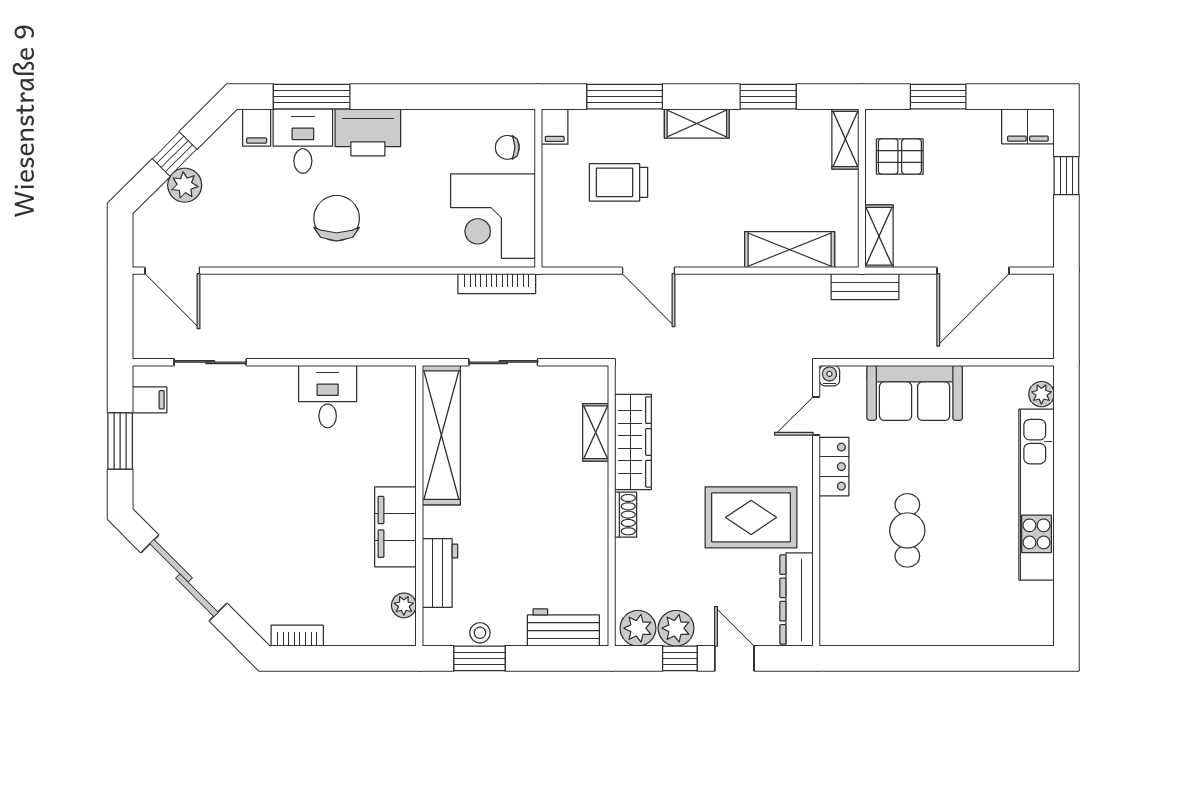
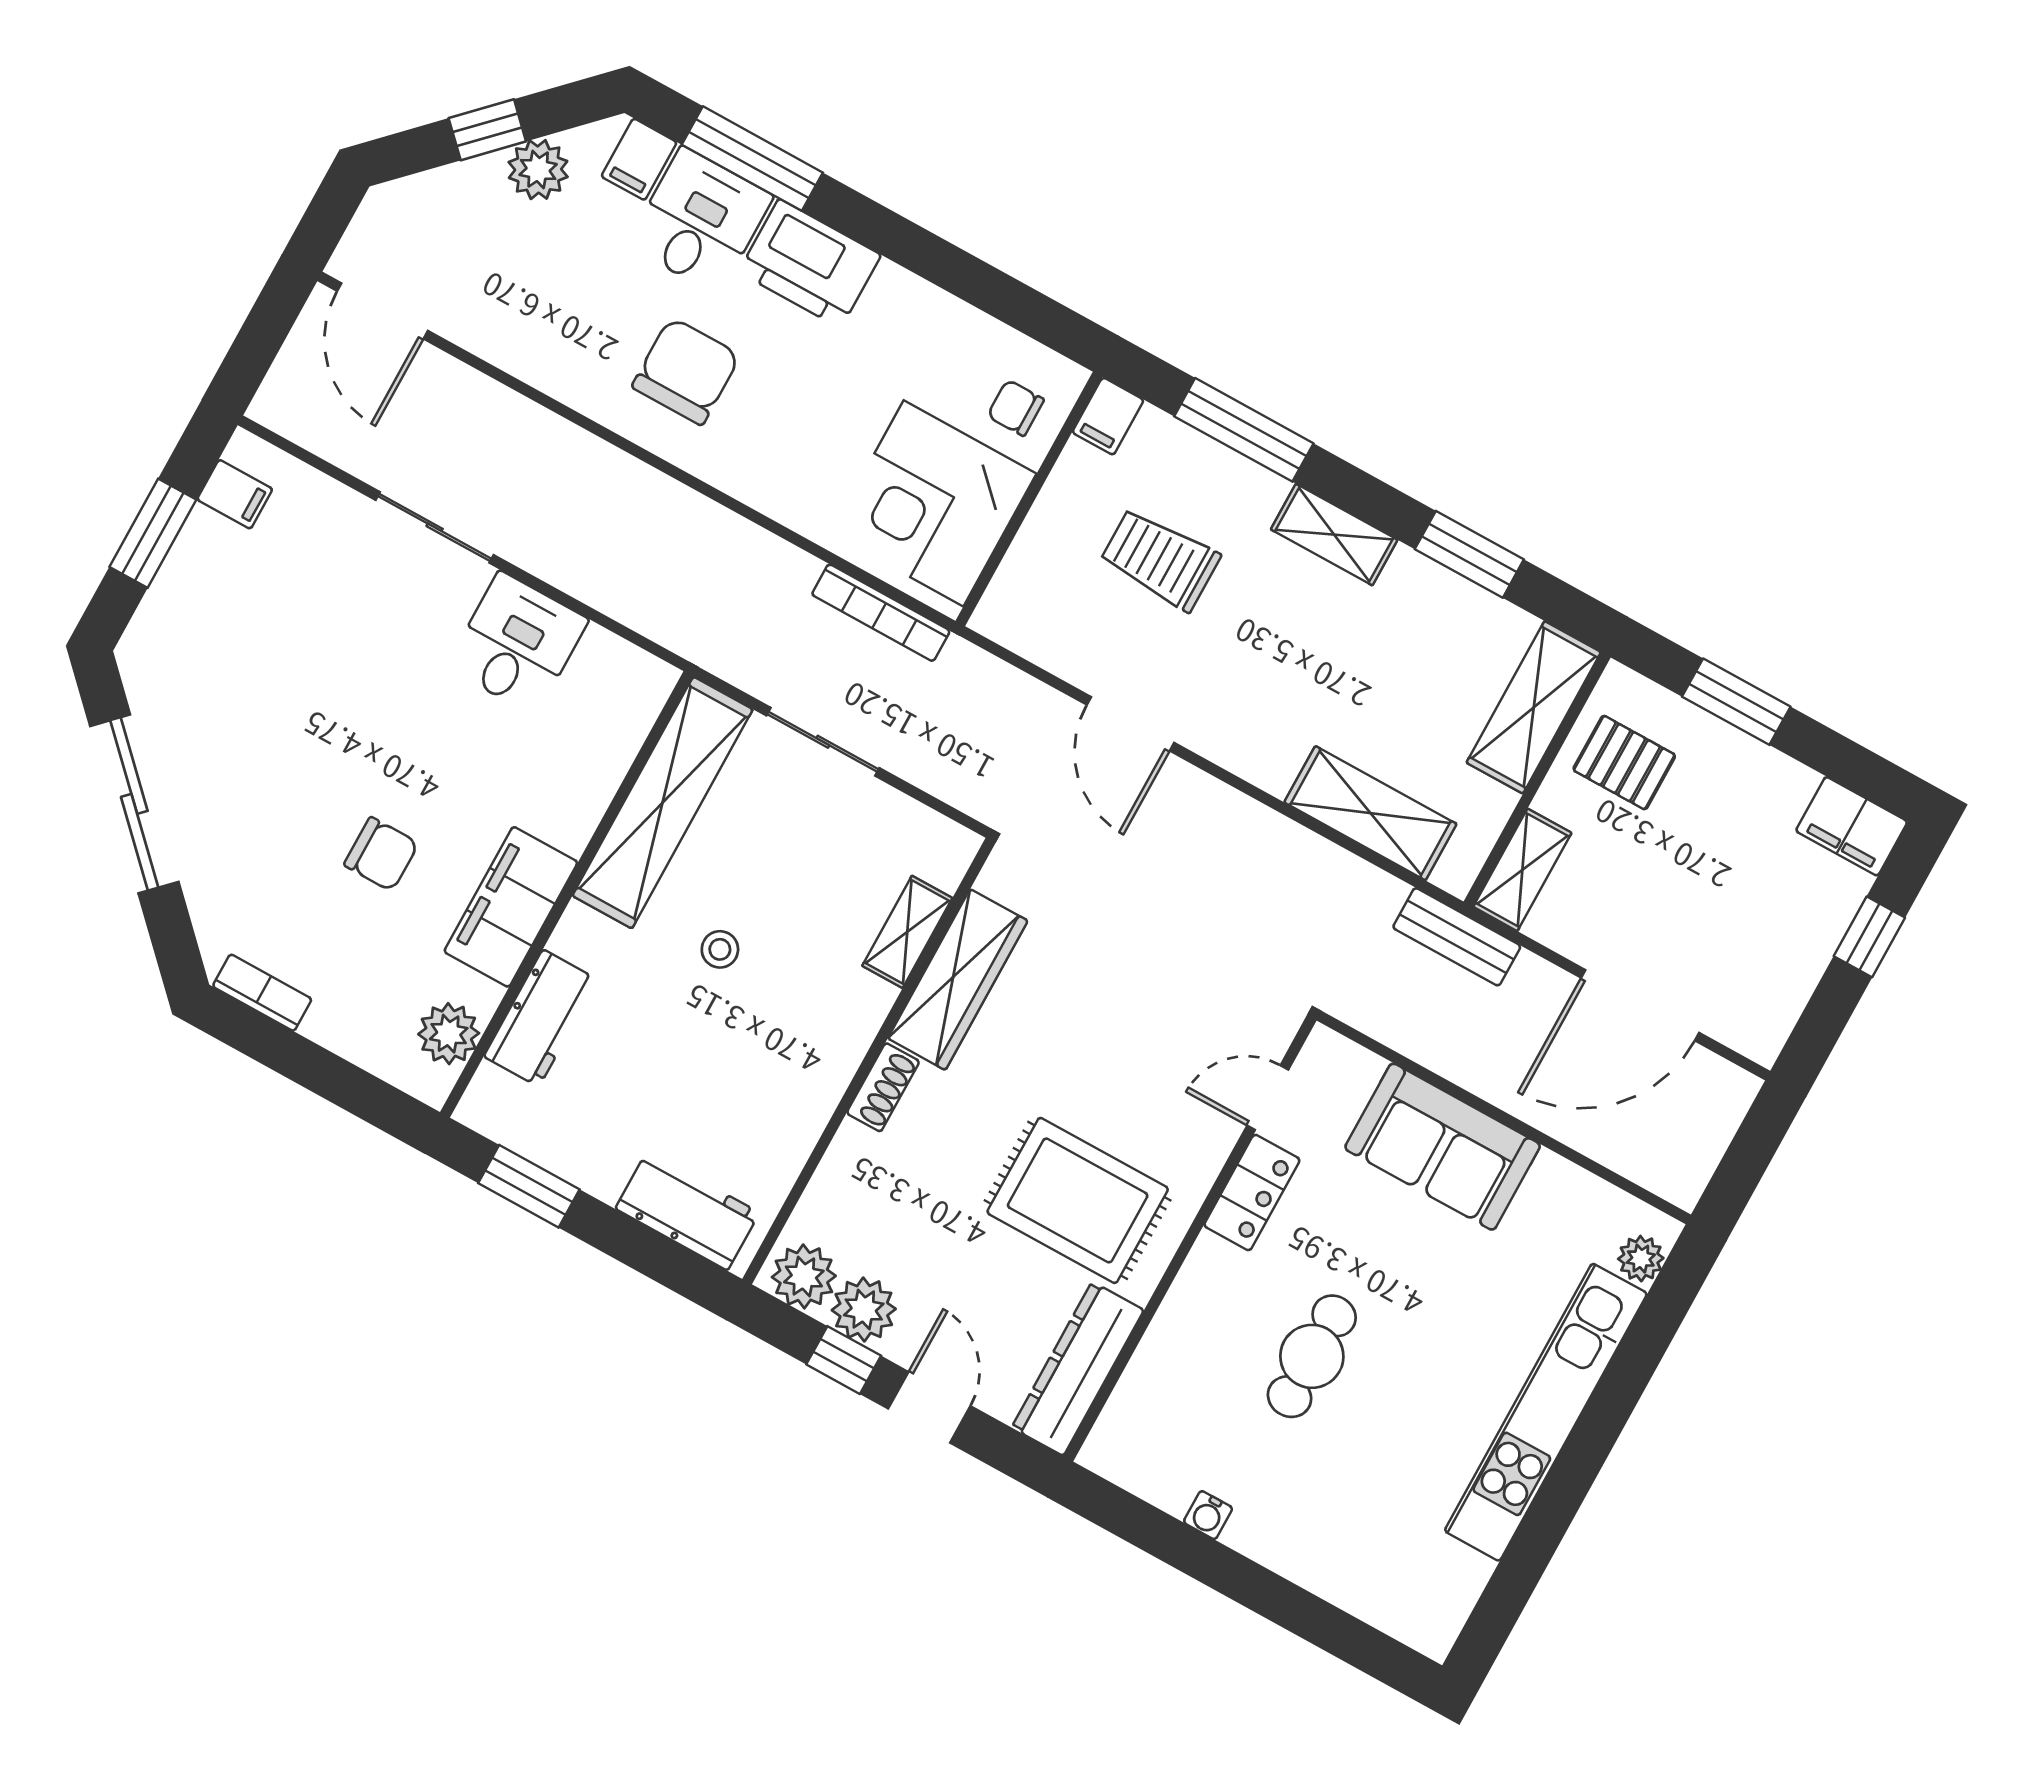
shelving: (845, 139) -> (1534, 707), width x1.50, depth x1.33
plant: (185, 185) -> (538, 170), moved
sliding door: (210, 362) -> (435, 527), moved
water cooler: (829, 376) -> (1208, 1515), moved, turned 180
chair: (318, 536) -> (381, 854), added
plant: (404, 605) -> (449, 1034), width x1.38, depth x1.38
stool: (480, 633) -> (720, 949), moved

